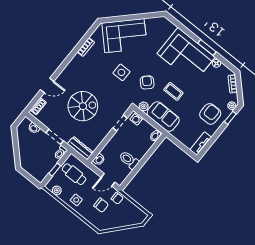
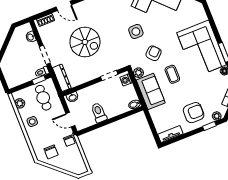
window: (55, 170) -> (39, 80), moved
chair: (101, 205) -> (51, 152), moved

